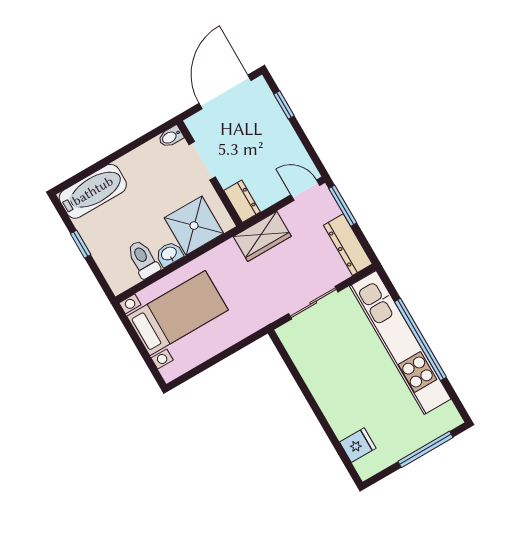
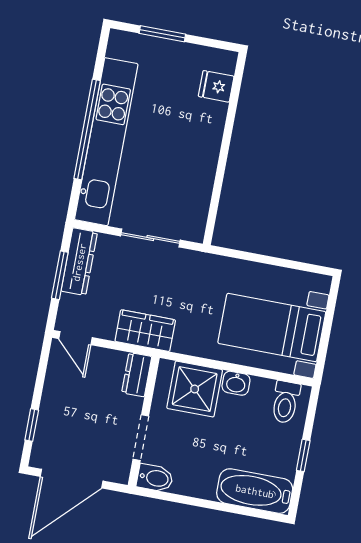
bidet: (171, 137) -> (155, 478), width x1.38, depth x1.36
window: (343, 206) -> (60, 275), moved
toilet: (143, 259) -> (286, 402), moved
window: (425, 449) -> (162, 34), width x0.69

